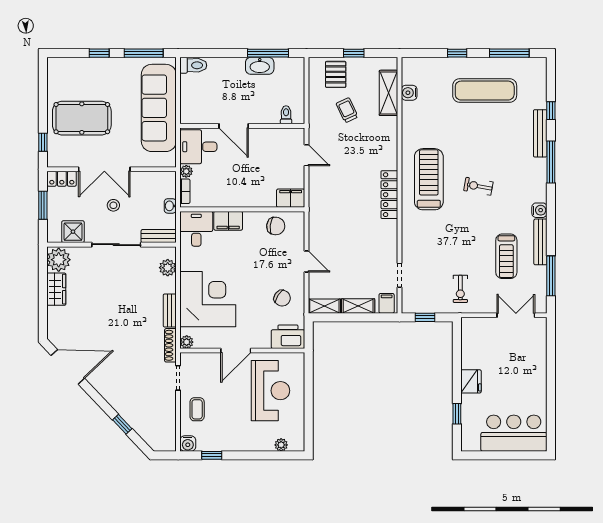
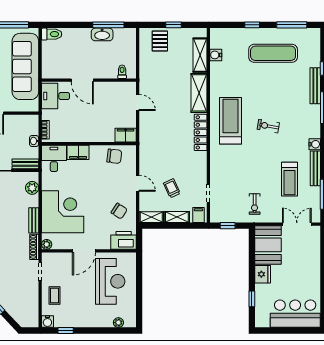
trolley: (347, 110) -> (172, 188), moved
shelving: (387, 143) -> (199, 93), added
plant: (186, 171) -> (46, 115), removed
booth: (478, 343) -> (268, 245), added

